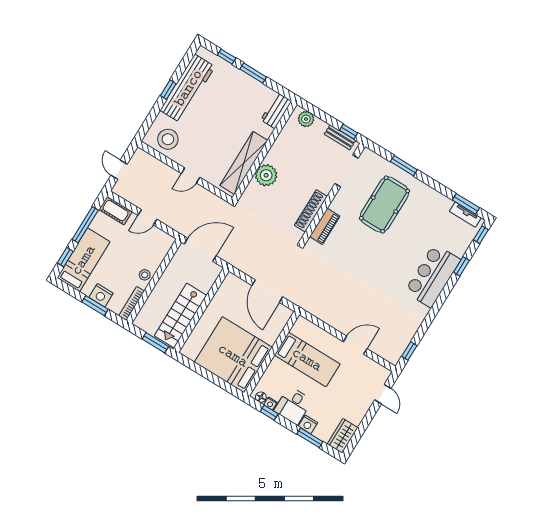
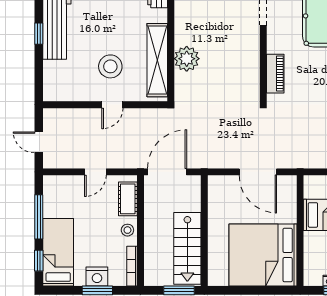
stool: (168, 139) -> (110, 66), moved
cot: (116, 211) -> (128, 199), moved, turned 90
shoe rack: (311, 211) -> (252, 67), removed
floor lamp: (261, 397) -> (316, 280), removed

